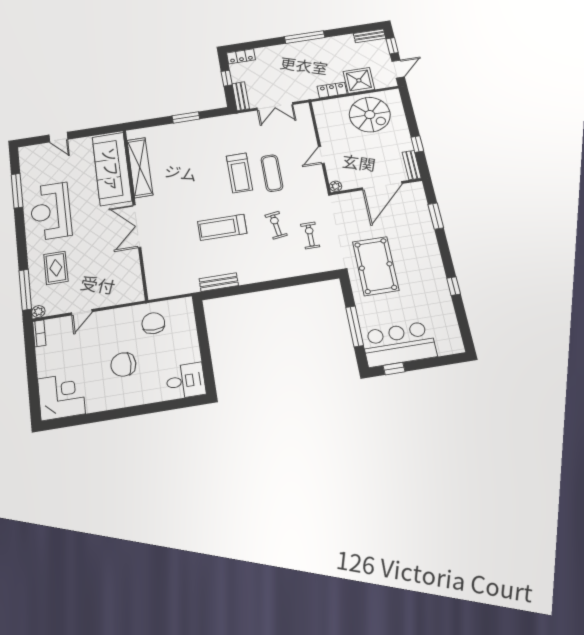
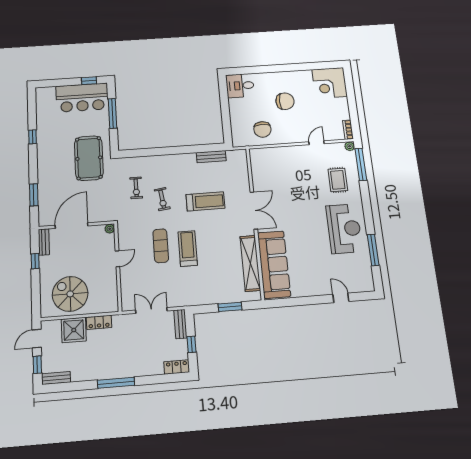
shelving: (140, 167) -> (250, 263), moved
sofa: (112, 169) -> (274, 264), moved
wall: (135, 213) -> (255, 222), moved
double door: (137, 226) -> (254, 210), moved

